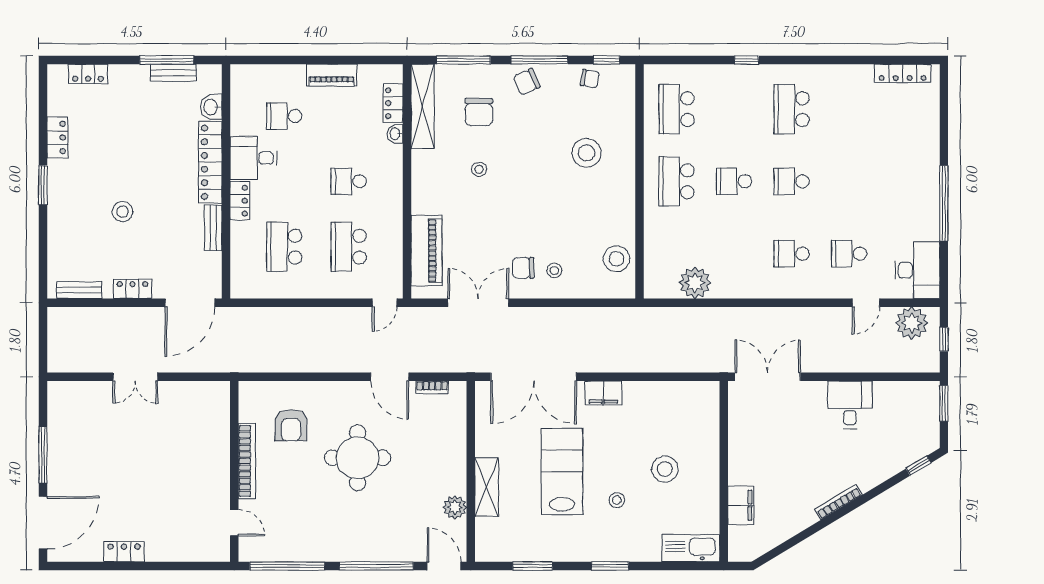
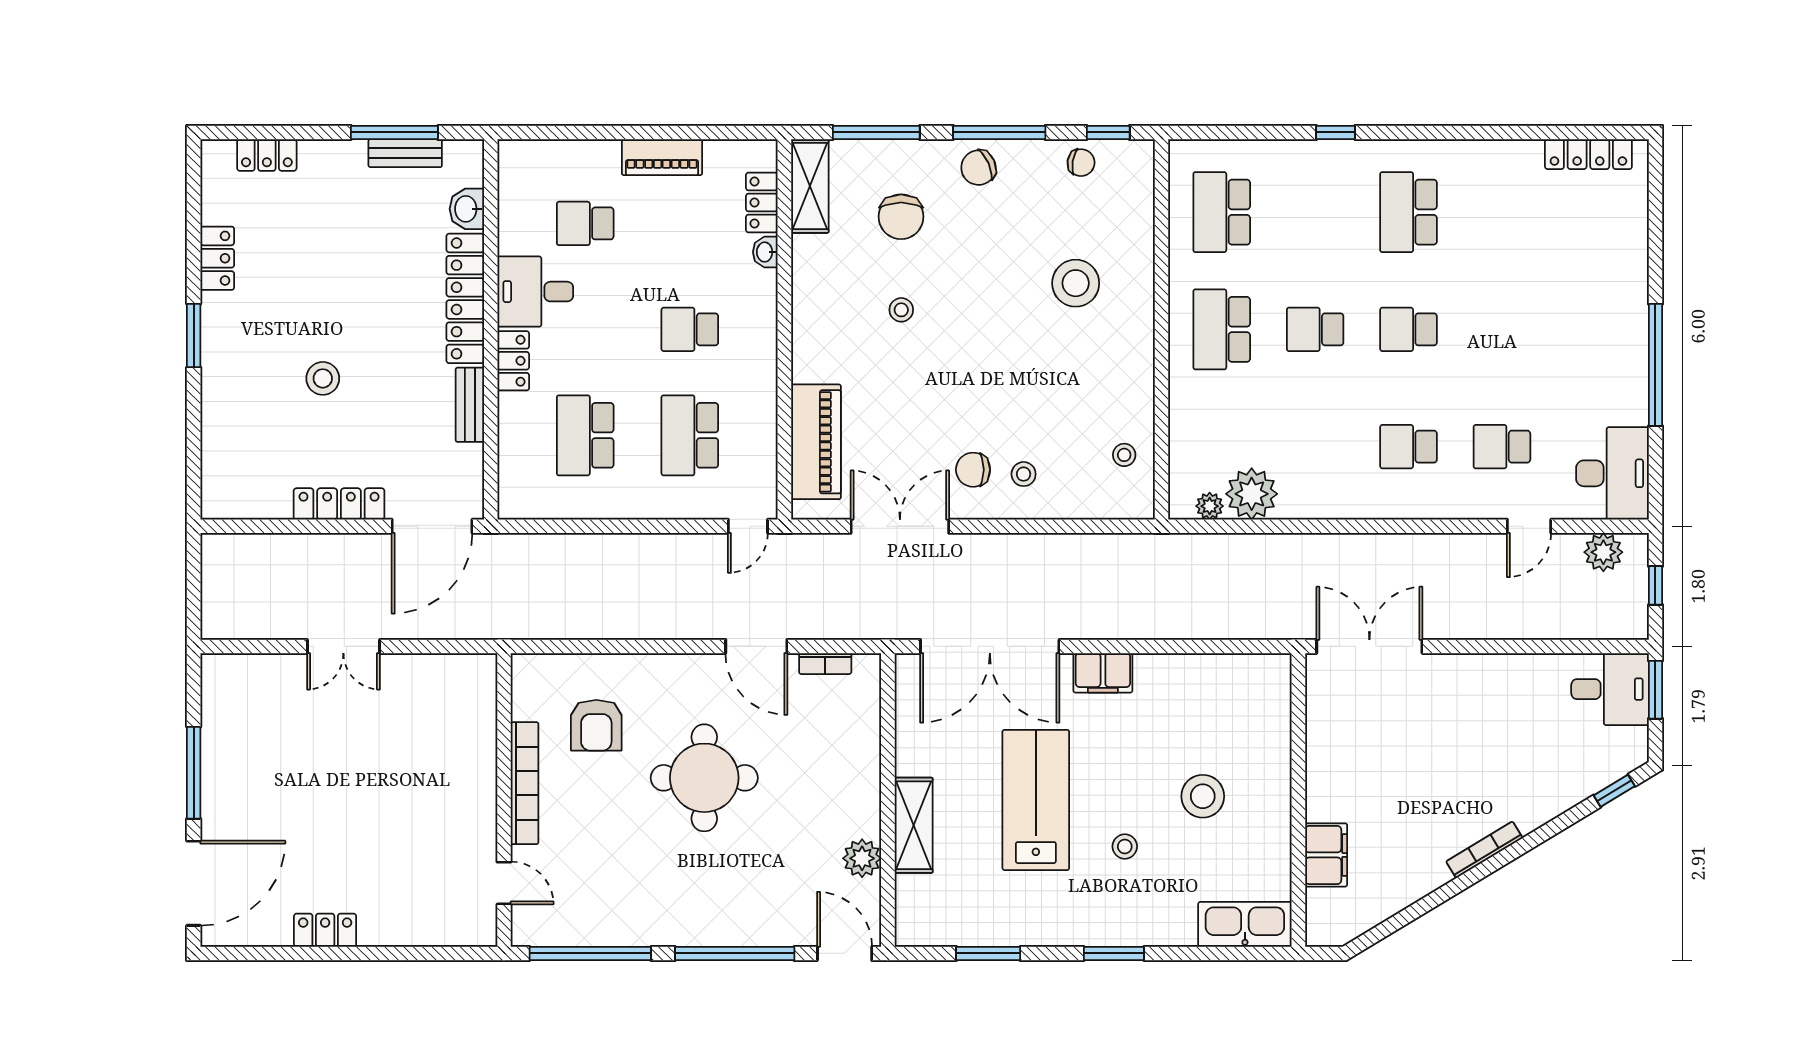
shelving: (423, 106) -> (810, 186), width x0.68
stool: (616, 259) -> (1124, 455), width x0.53, depth x0.53
locker: (132, 289) -> (339, 504), width x1.53
bench: (79, 290) -> (253, 506), removed
plant: (669, 290) -> (1210, 506), added
plant: (912, 323) -> (1603, 552), width x0.73, depth x0.73
desk: (850, 405) -> (1610, 689), moved, turned 90

